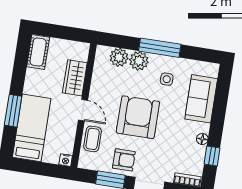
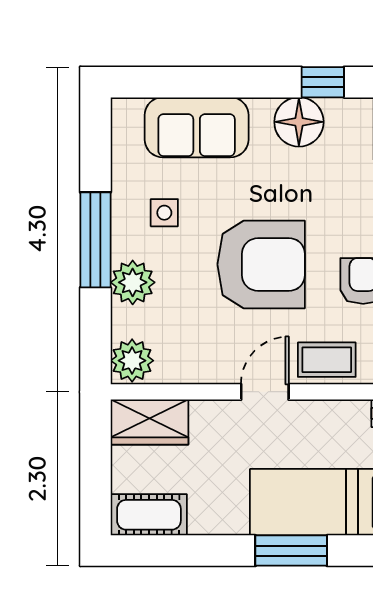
plant: (119, 57) -> (132, 361), moved
wardrobe: (75, 78) -> (149, 422), moved
armchair: (138, 117) -> (261, 264), turned 180
floor lamp: (202, 139) -> (299, 122), width x1.89, depth x1.89

